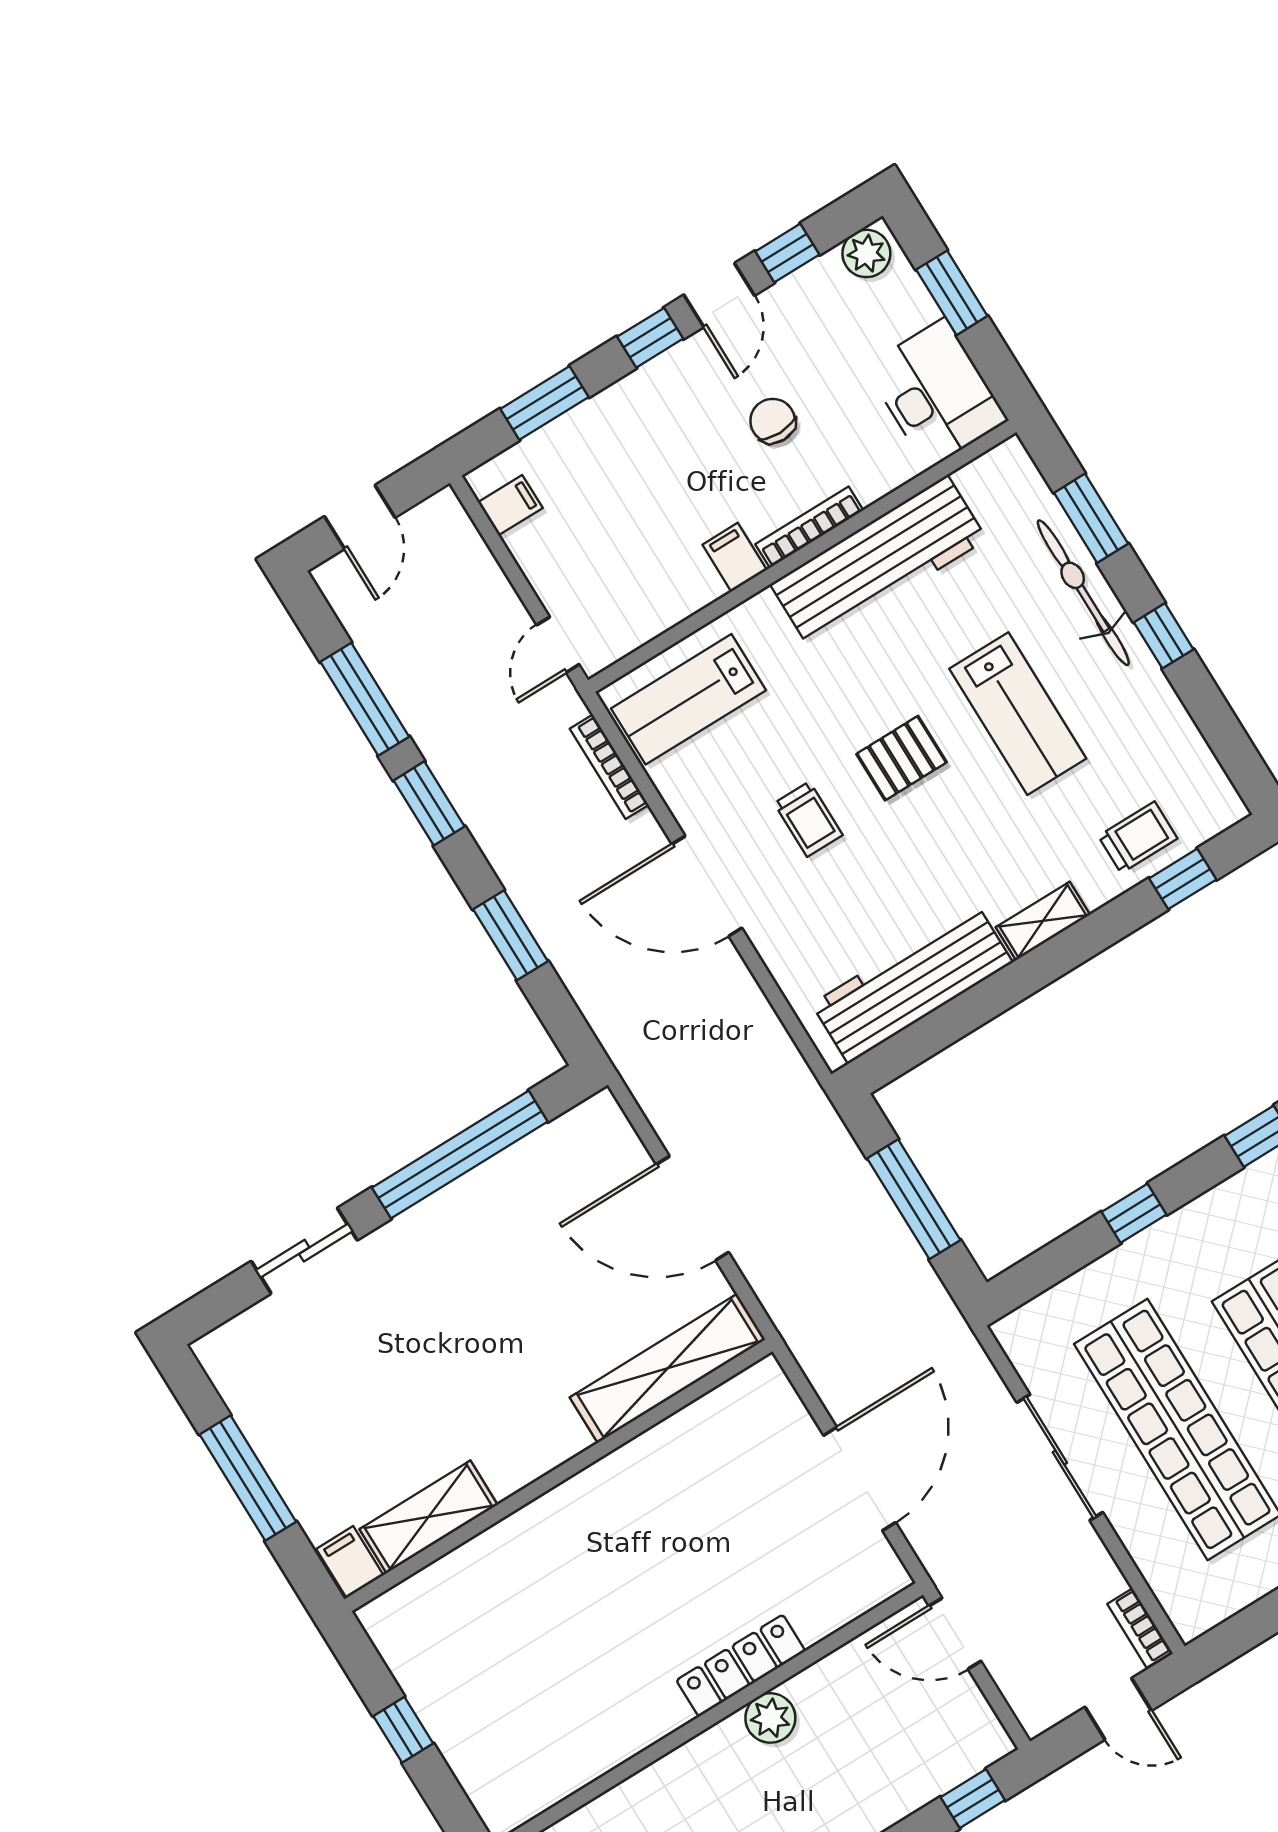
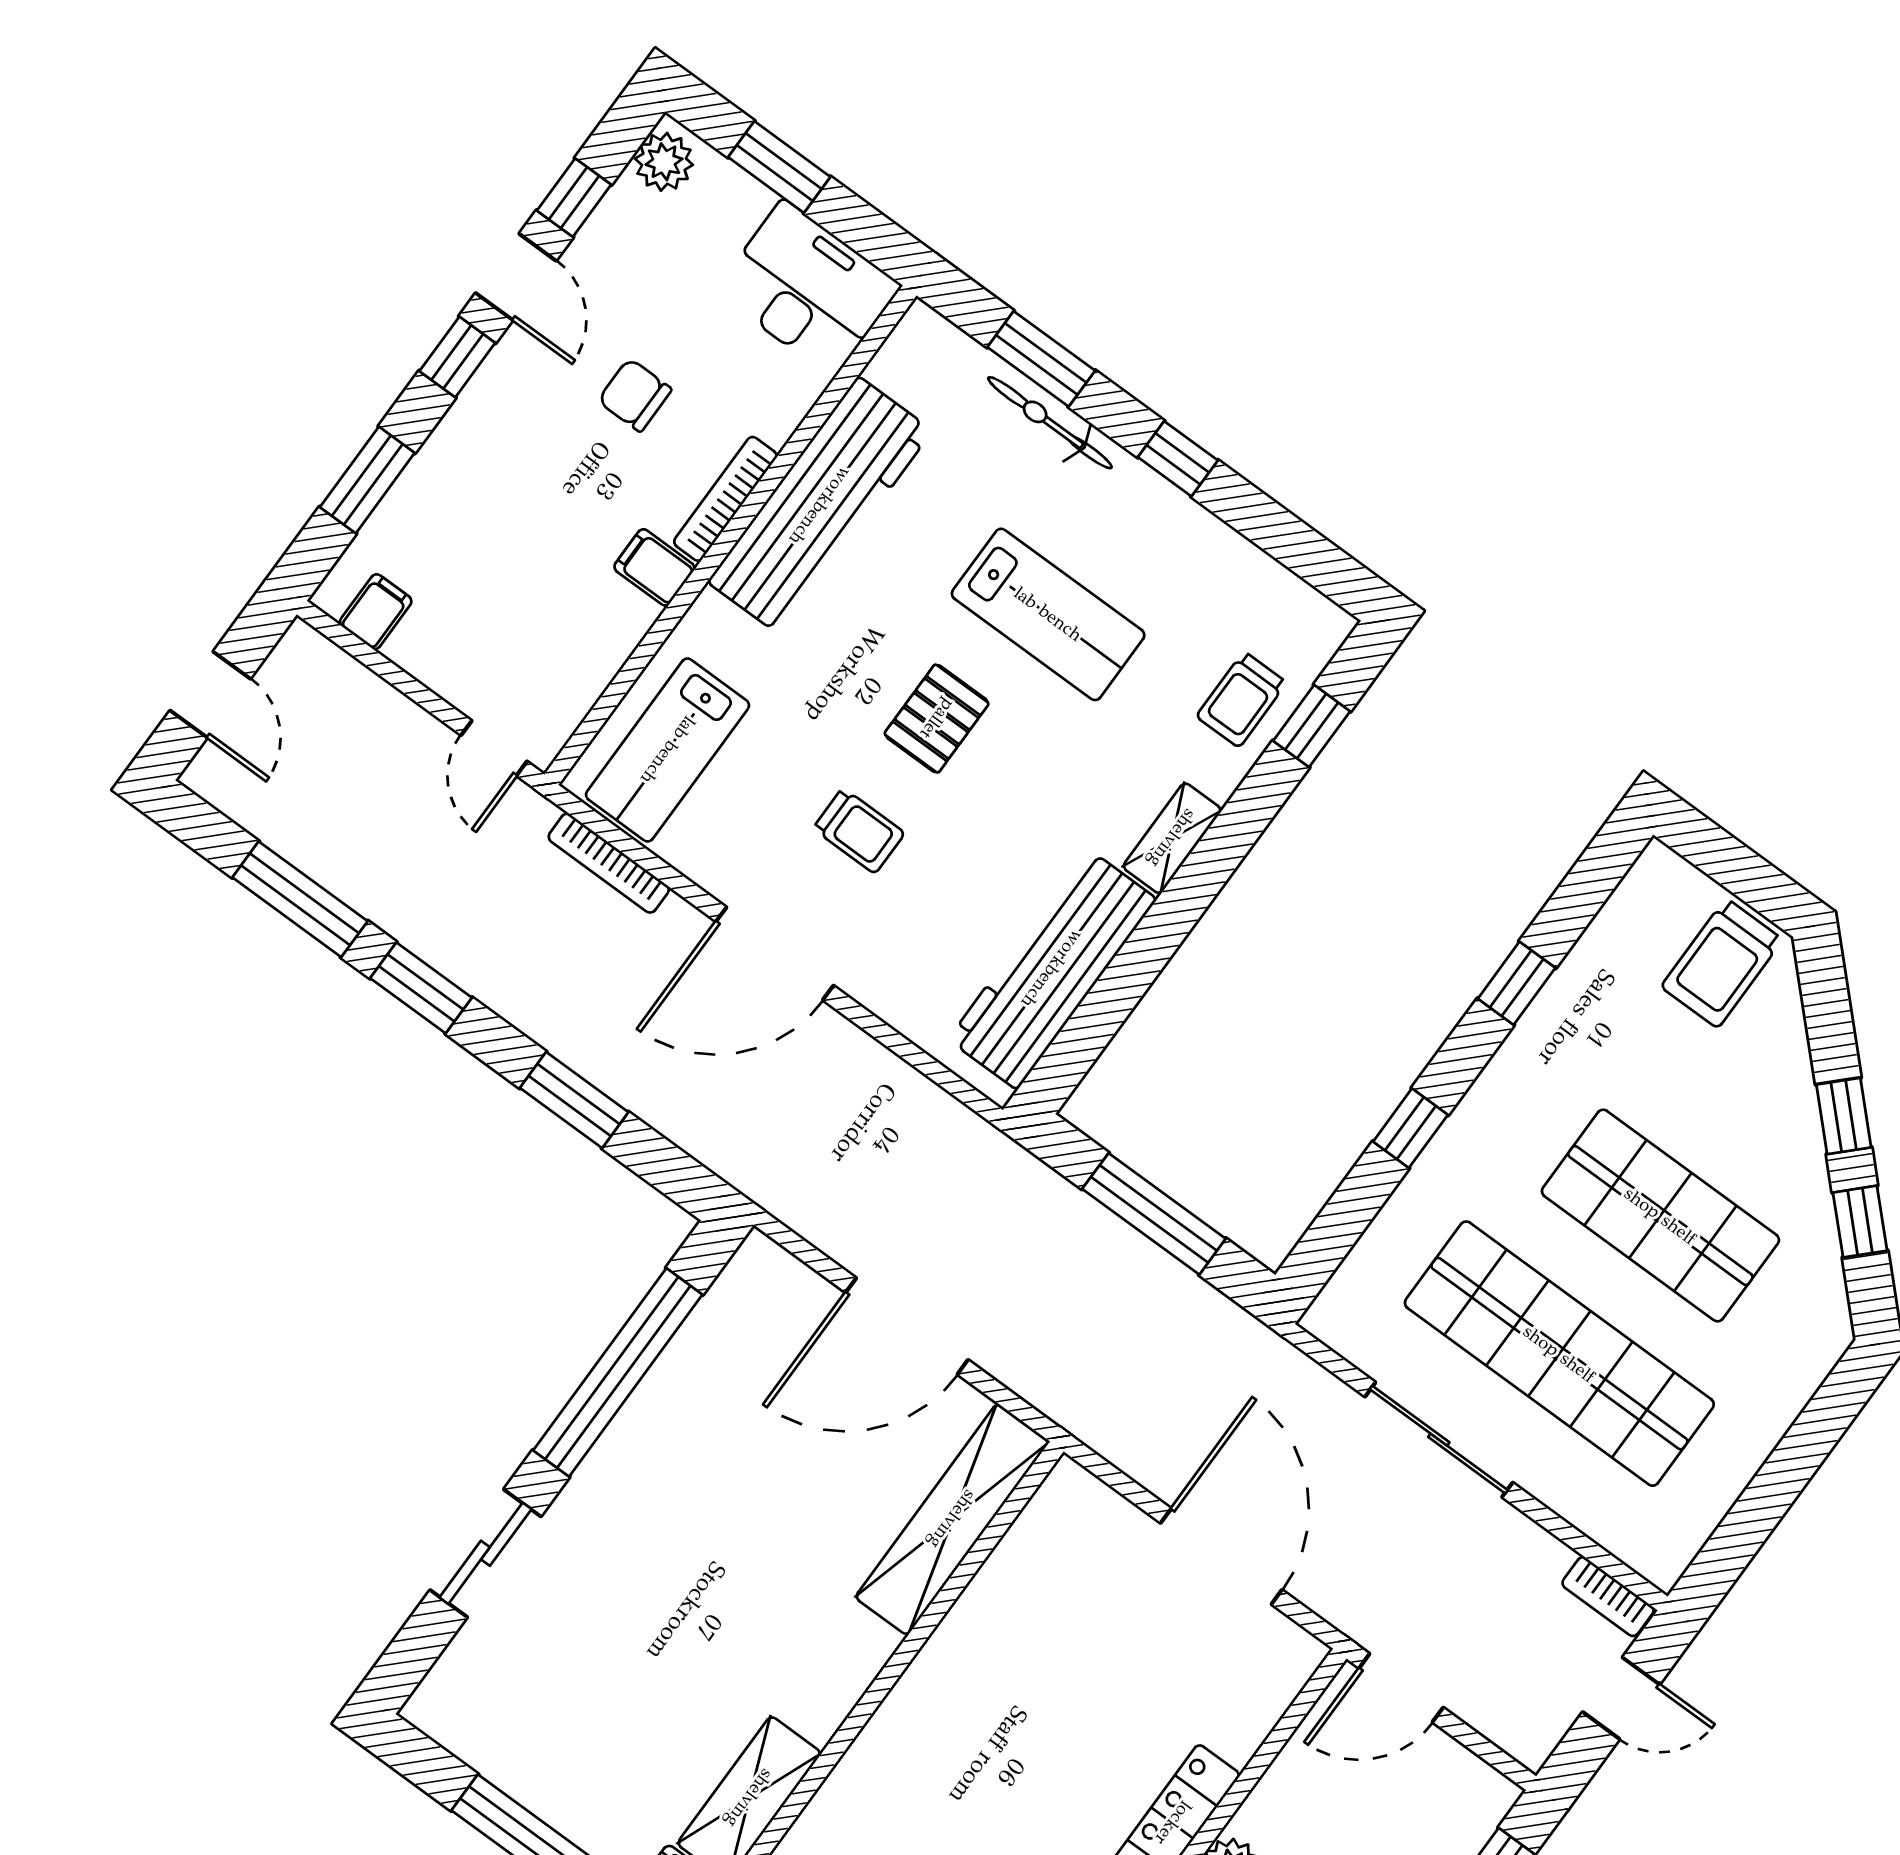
bicycle: (1083, 593) -> (1050, 423), width x0.73, depth x0.71
trolley: (1138, 837) -> (1241, 699), turned 180

